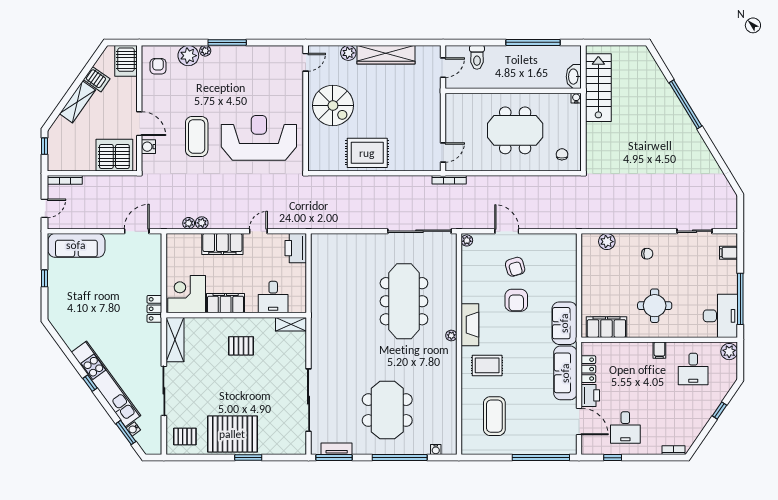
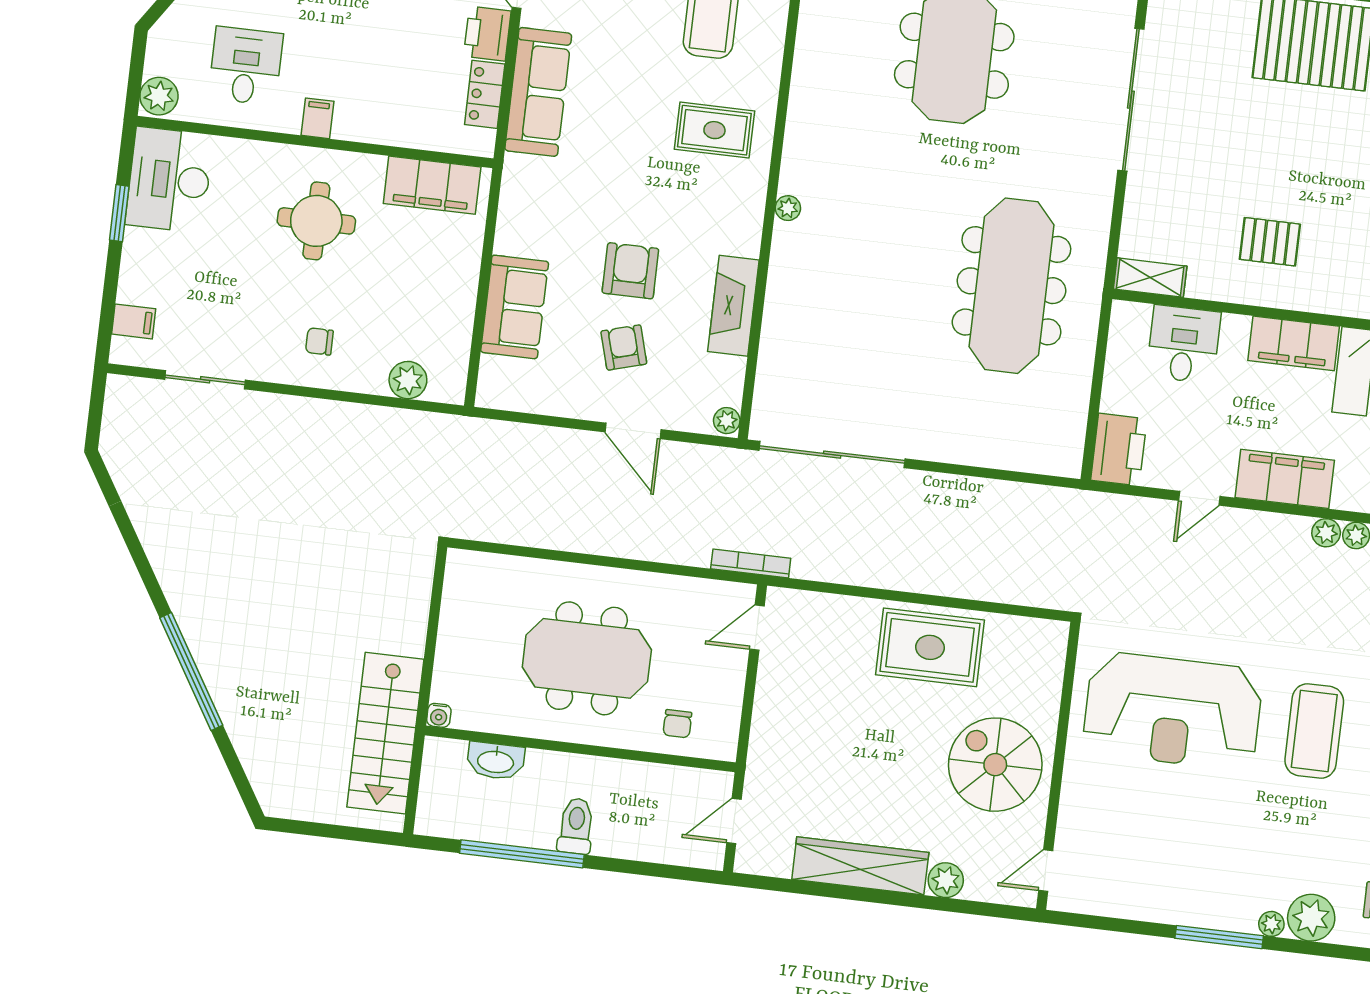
toilet: (477, 57) -> (576, 826), moved
washbasin: (574, 77) -> (496, 761), moved, turned 90
chair: (562, 154) -> (677, 724), moved
window: (740, 299) -> (119, 213), width x0.47
meeting table: (404, 301) -> (1011, 286), moved
sofa: (564, 323) -> (515, 307), moved
fireplace: (470, 325) -> (733, 306), moved

